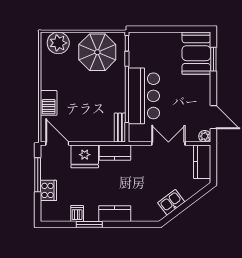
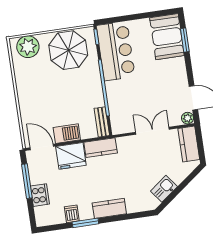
bar counter: (144, 96) -> (116, 51), moved
barbecue: (49, 103) -> (67, 134), moved, turned -90

